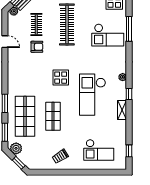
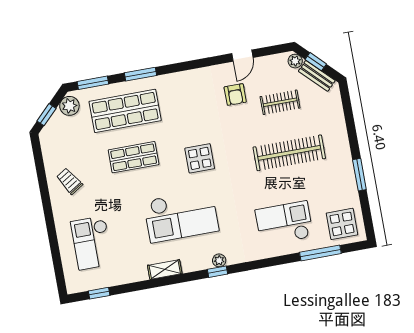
window: (129, 29) -> (320, 253), moved
checkout: (108, 35) -> (284, 223), turned 90
armchair: (37, 47) -> (235, 95), moved
window: (129, 94) -> (218, 272), moved
checkout: (92, 95) -> (181, 216), turned 180

